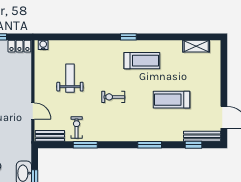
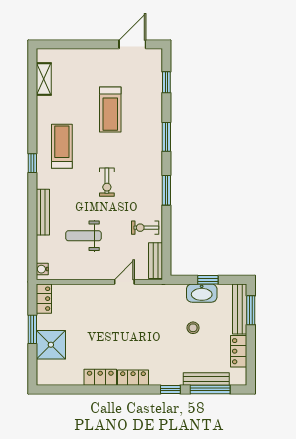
bench: (202, 136) -> (43, 212), moved
window: (85, 145) -> (166, 190), moved

